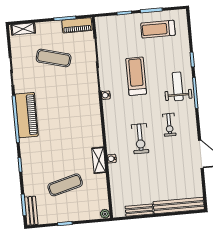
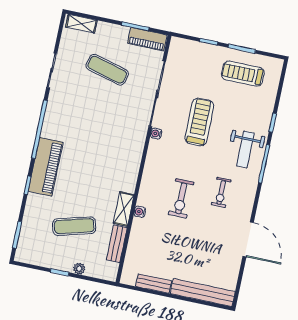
weight bench: (178, 86) -> (245, 149), turned 180
piano: (27, 115) -> (46, 167), moved
bench: (31, 211) -> (117, 244), moved
plant: (105, 214) -> (79, 269), moved

